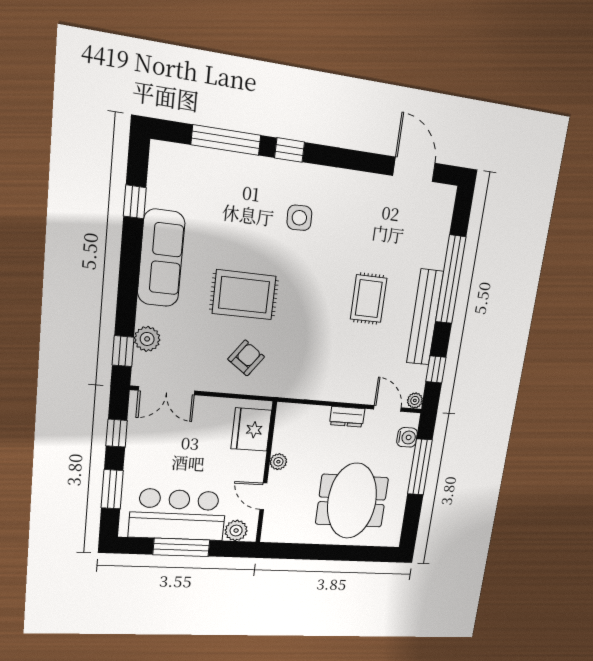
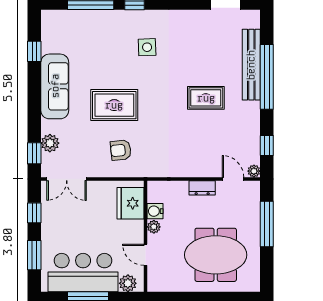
rug: (369, 299) -> (206, 98), turned 90
bench: (425, 317) -> (251, 65), moved
armchair: (246, 358) -> (121, 150), turned -132
water cooler: (407, 437) -> (155, 211), moved, turned 180
meeting table: (352, 501) -> (216, 255), turned 90

